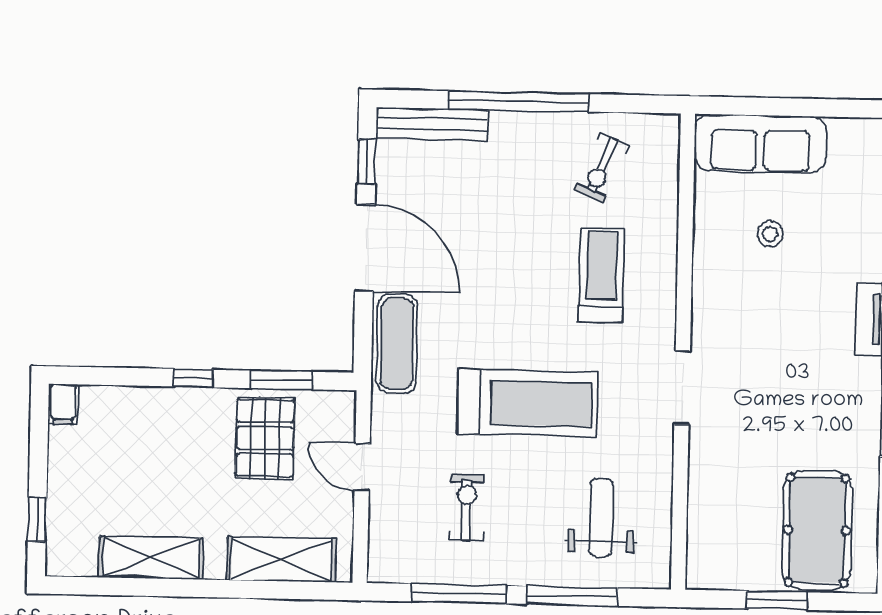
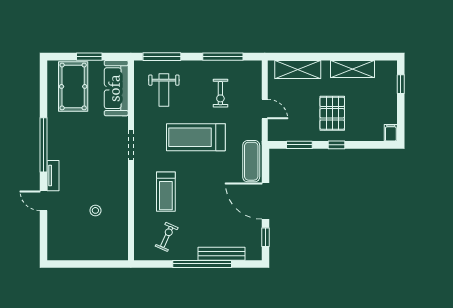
bench: (432, 124) -> (222, 254), moved
sofa: (760, 143) -> (116, 88), moved, turned -90
pallet: (265, 438) -> (332, 113), moved
window: (572, 596) -> (162, 57), moved

